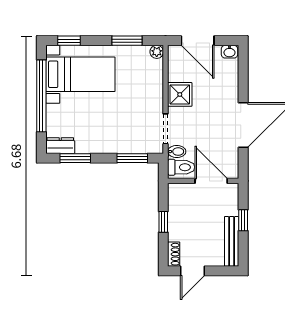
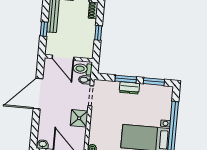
dresser: (60, 146) -> (129, 88), moved
window: (132, 158) -> (126, 79), moved

